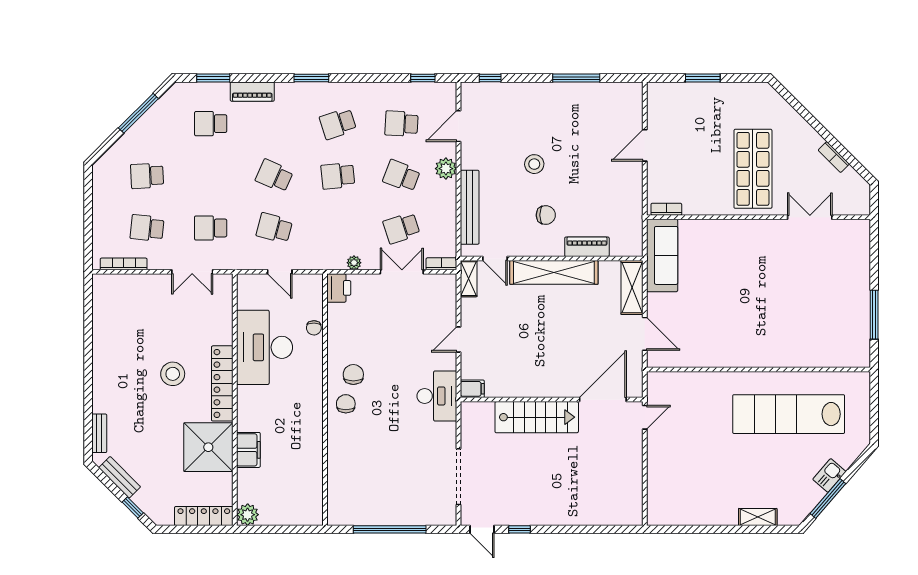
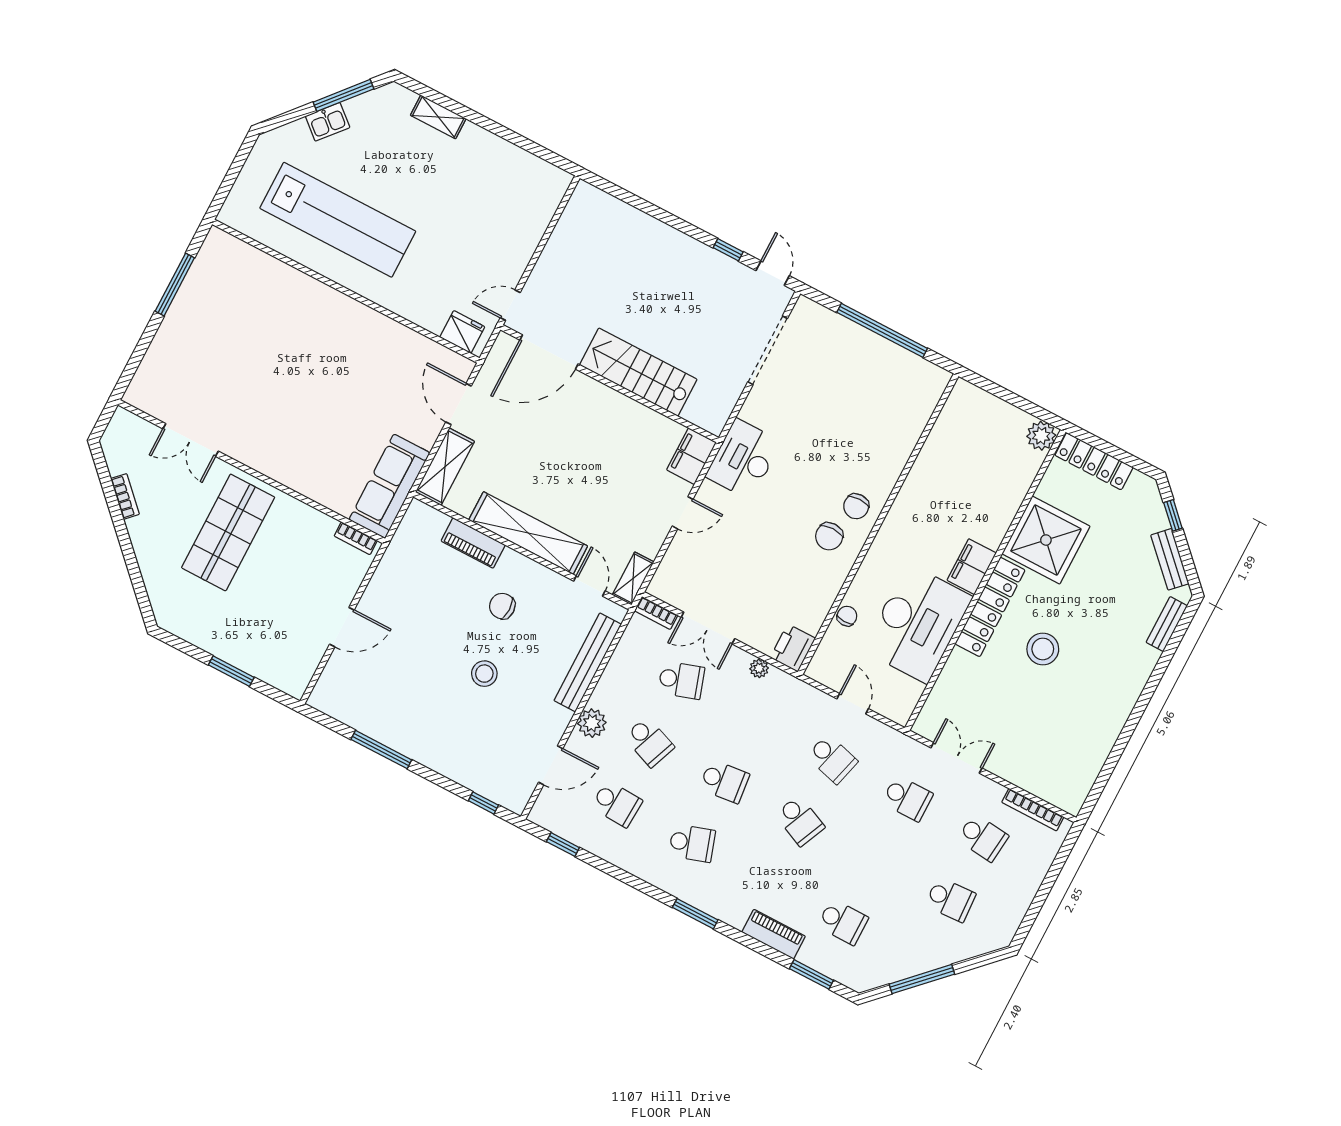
fridge: (667, 383) -> (462, 332), added
filing cabinet: (472, 389) -> (691, 456), width x2.00
filing cabinet: (248, 450) -> (972, 567), moved

